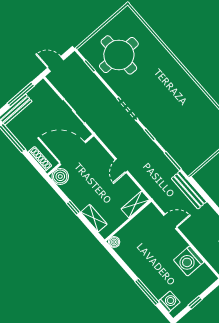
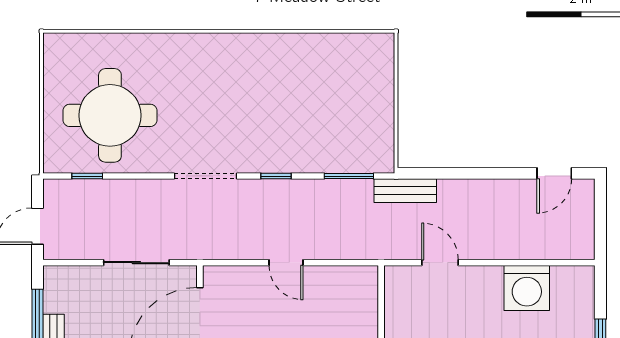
bench: (189, 190) -> (405, 191), width x0.73
shelving: (135, 204) -> (366, 294), removed
door: (170, 221) -> (440, 263), hinge flipped

